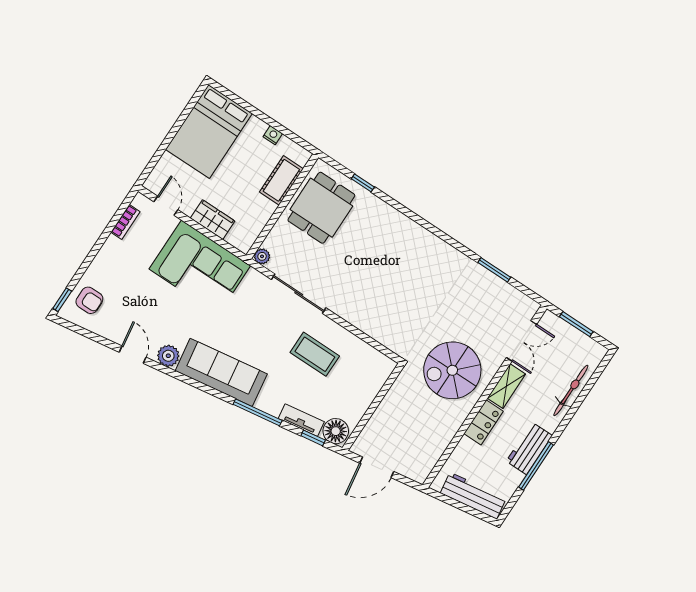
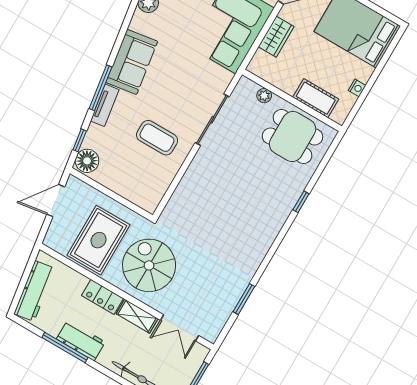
window: (363, 183) -> (301, 202), moved
plant: (262, 256) -> (264, 96), moved
coffee table: (315, 354) -> (157, 138), turned 90
sofa: (221, 372) -> (132, 62), width x0.73
tv unit: (301, 420) -> (105, 105), moved
rug: (422, 423) -> (99, 240), added
door: (377, 467) -> (56, 201), hinge flipped

